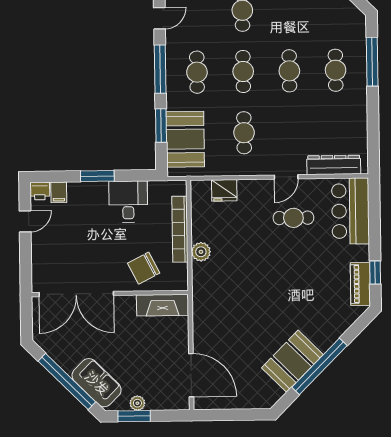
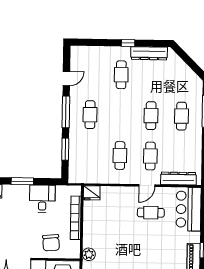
cafe table: (243, 71) -> (150, 156), moved
booth: (185, 139) -> (81, 159), removed
fridge: (224, 190) -> (92, 193), moved
plant: (201, 252) -> (89, 254), moved
chair: (144, 268) -> (51, 243), turned -68

